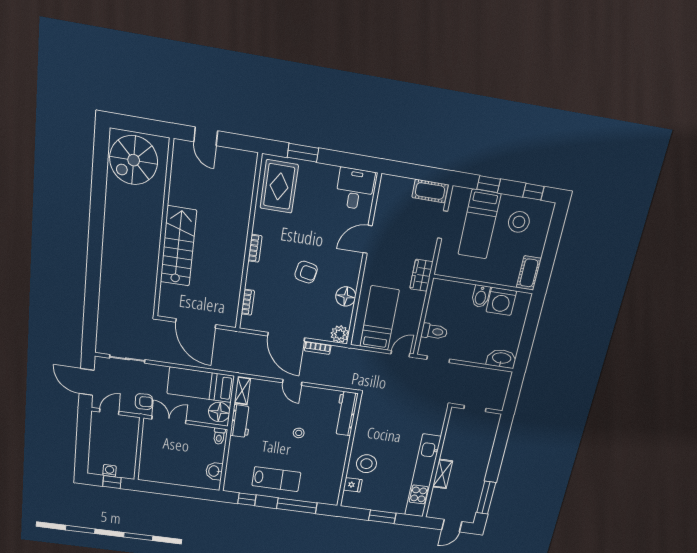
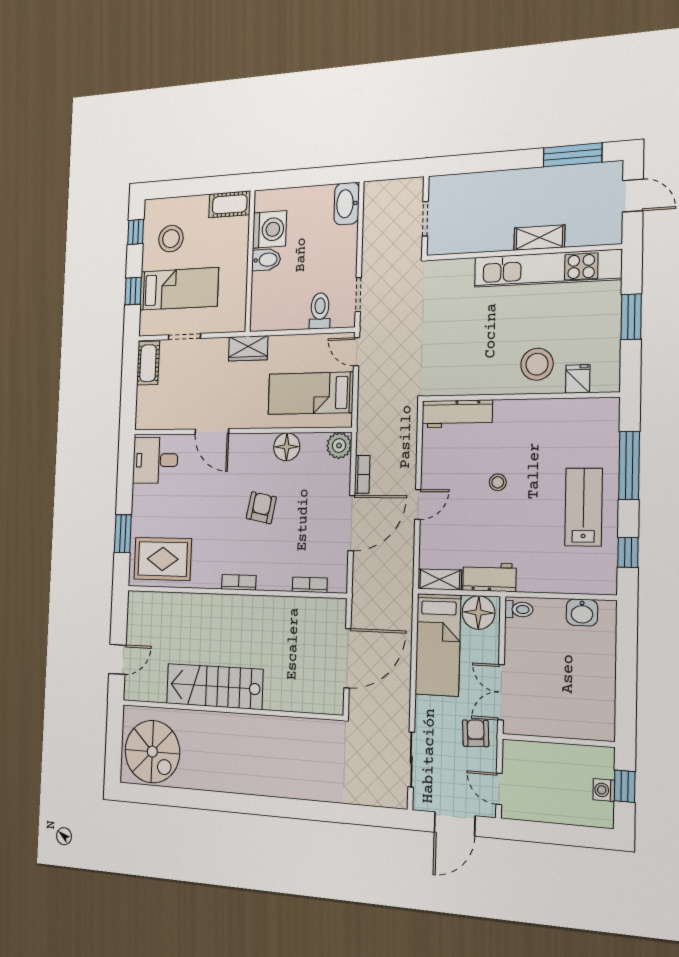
stairs: (178, 246) -> (214, 686), moved

